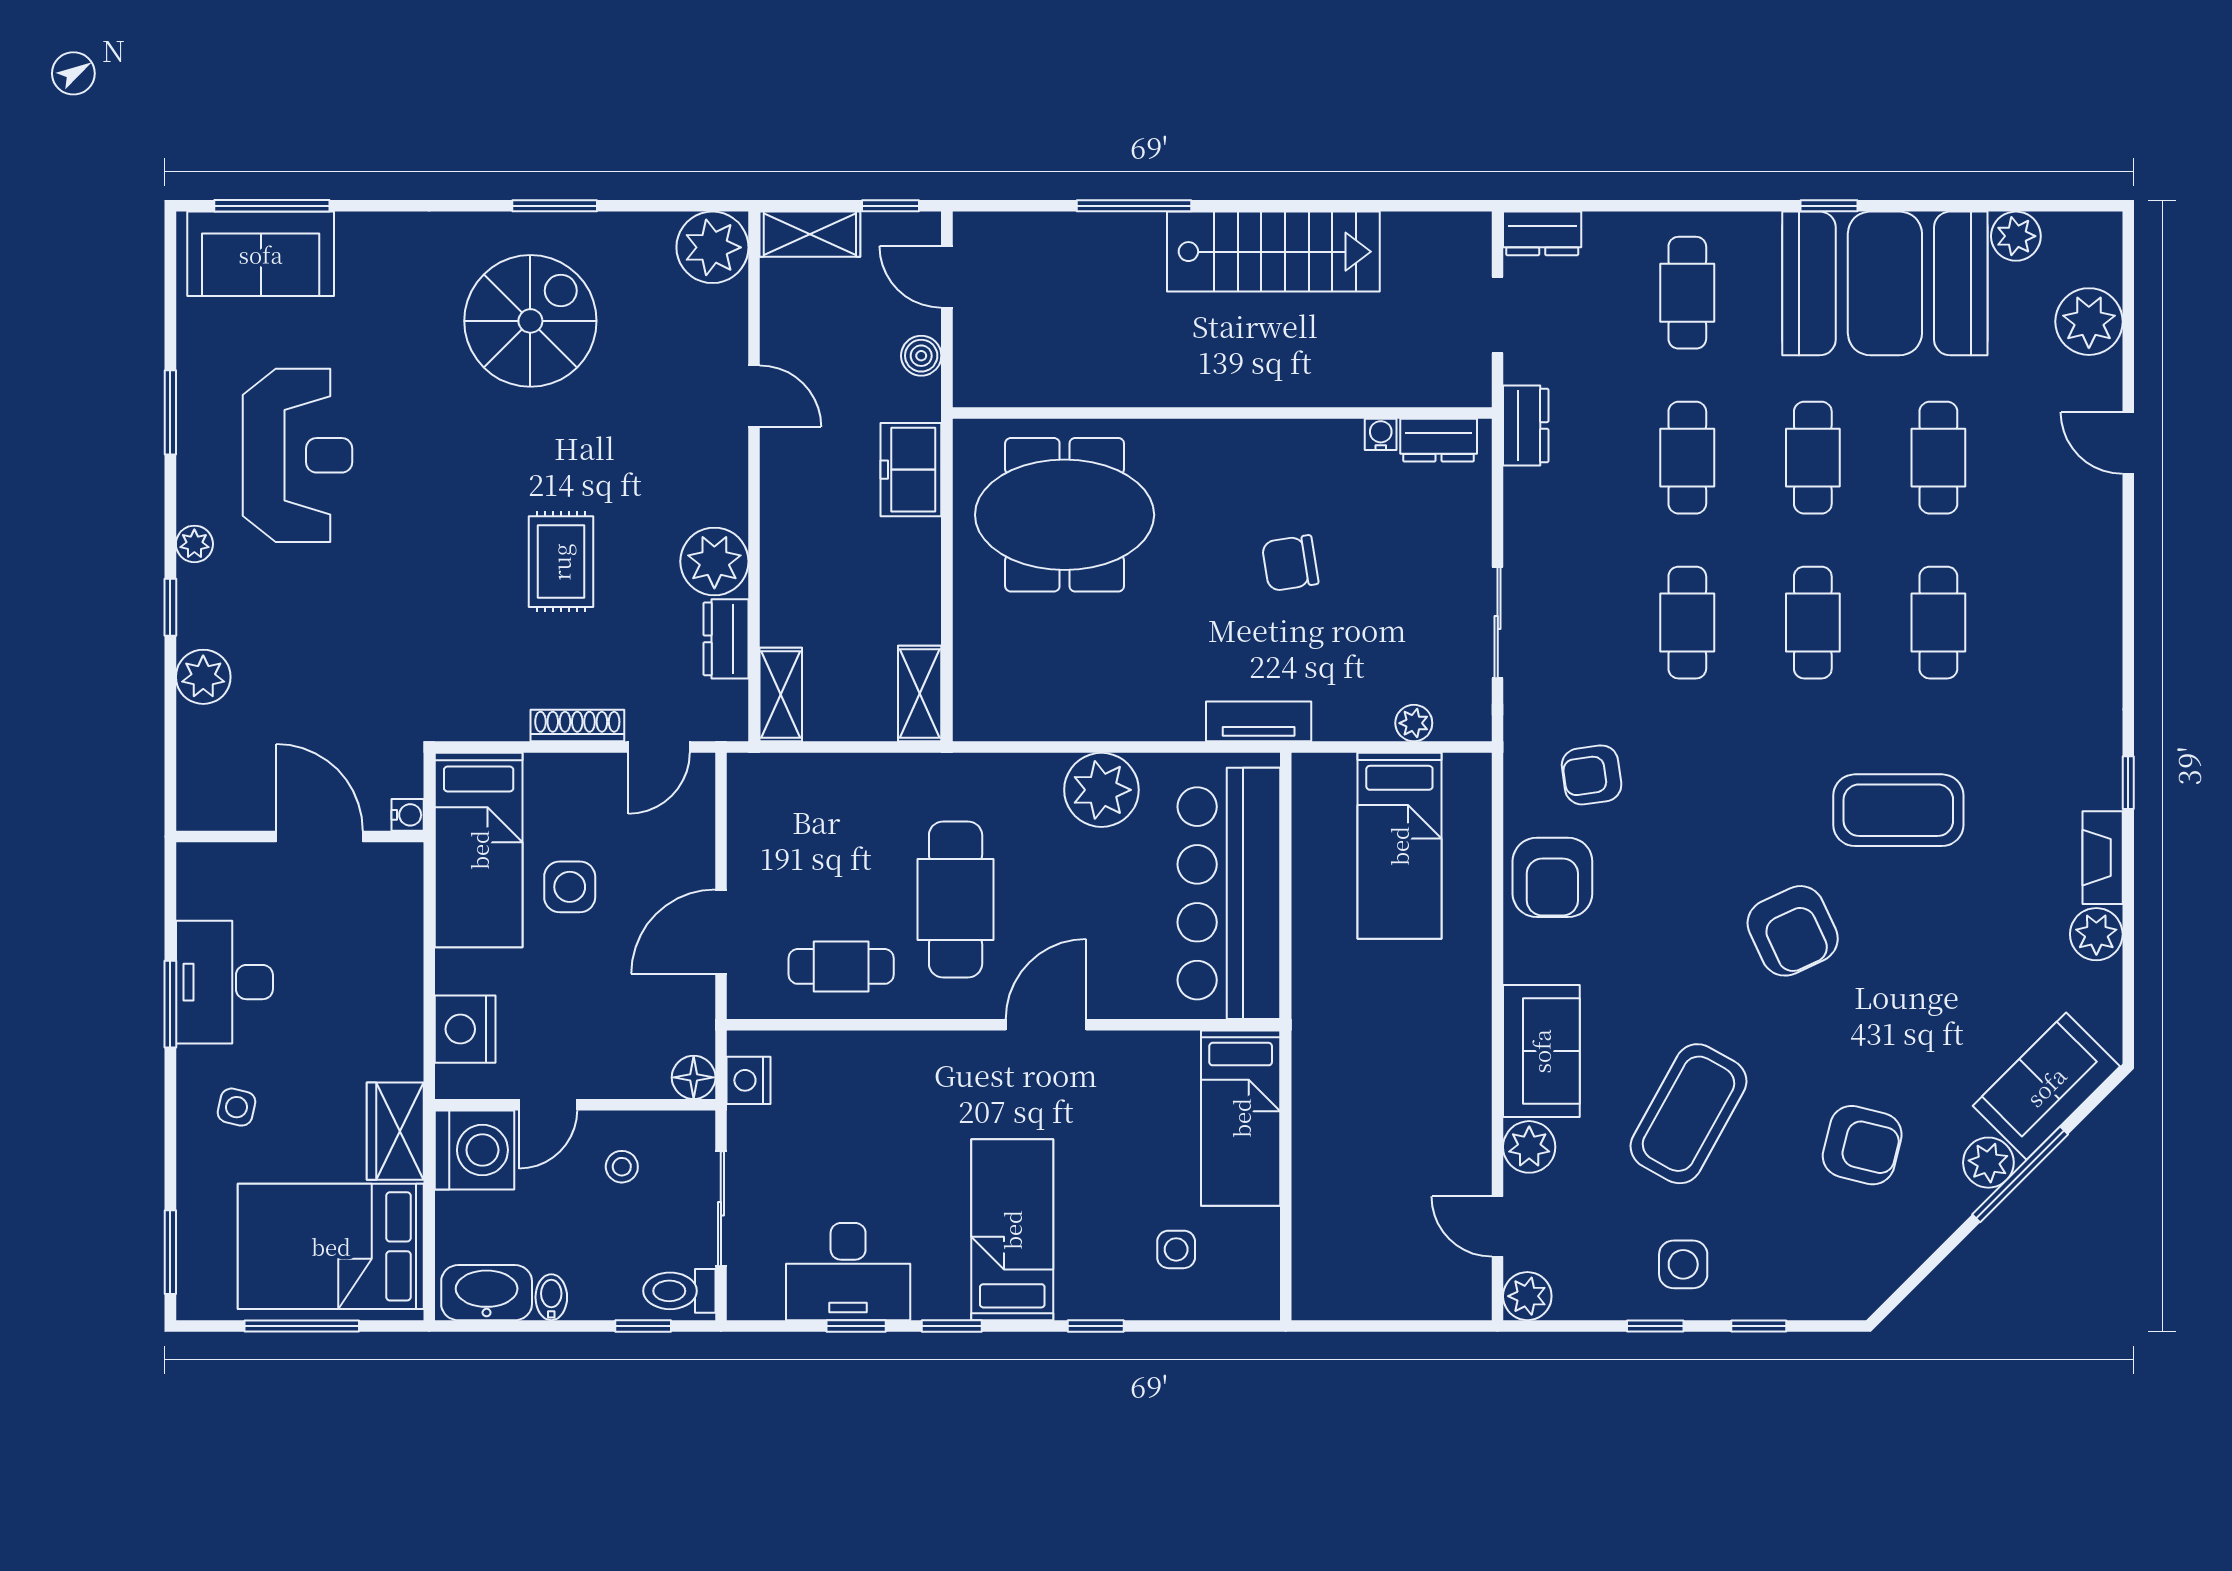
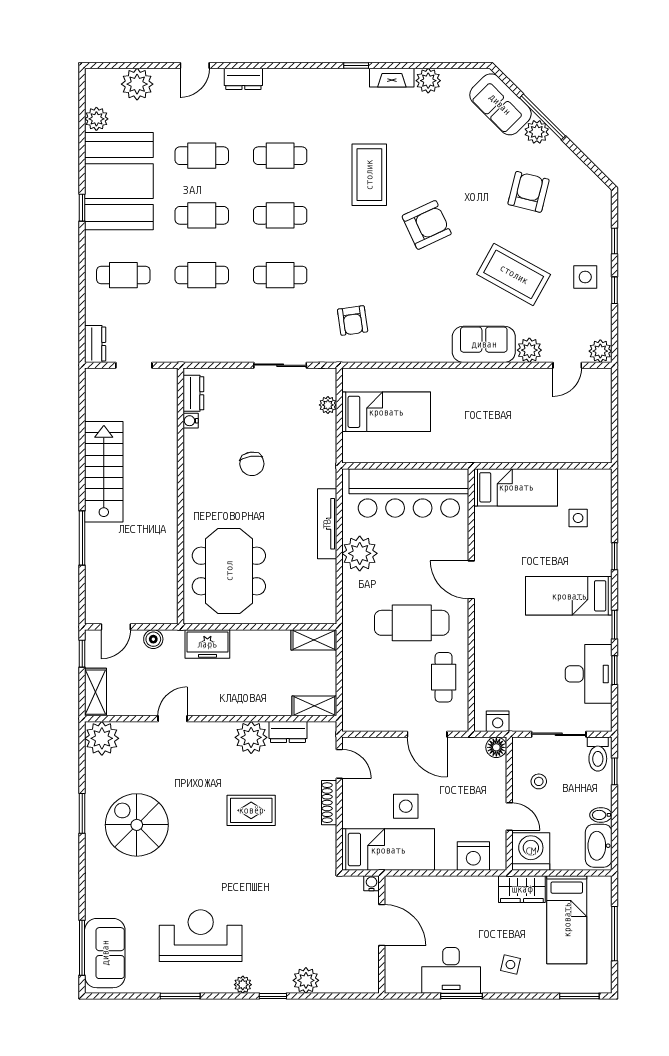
dresser: (1526, 425) -> (243, 79), moved, turned 180
tv unit: (1259, 721) -> (327, 524), moved, width x1.41
door: (320, 836) -> (382, 925), swing flipped
armchair: (1552, 877) -> (401, 339), removed
bed: (331, 1246) -> (567, 920), width x0.67

